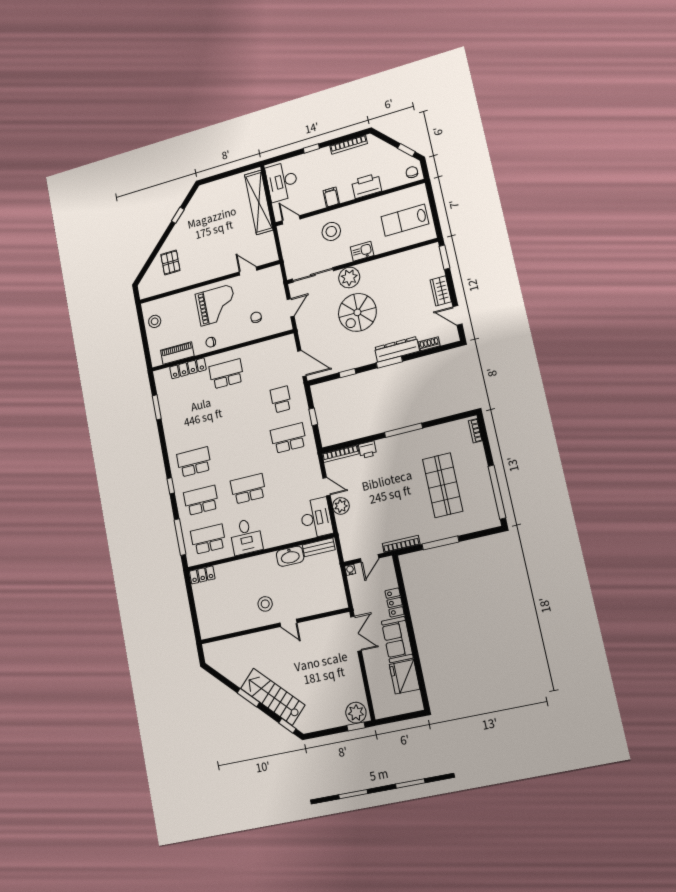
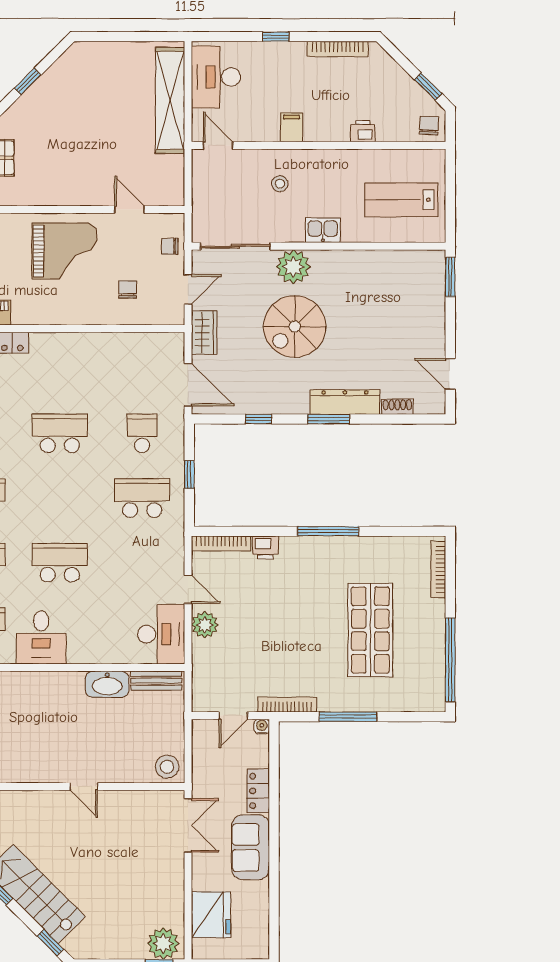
printer: (367, 186) -> (363, 131), width x0.53, depth x0.68
stool: (331, 231) -> (280, 184), width x0.53, depth x0.53
wardrobe: (441, 291) -> (204, 333), moved, turned 180
chair: (211, 342) -> (170, 246), moved
school desk: (226, 374) -> (60, 433), moved
bookcase: (475, 431) -> (438, 569), width x1.56
water cooler: (350, 570) -> (262, 727), moved
stool: (265, 604) -> (167, 767), moved
fridge: (404, 677) -> (211, 915), moved, turned 180

